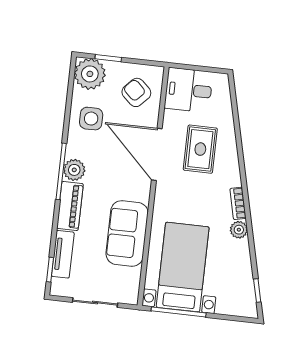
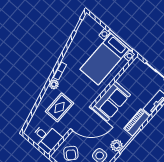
door: (157, 154) -> (81, 119), hinge flipped
plant: (74, 170) -> (117, 145), moved
plant: (239, 230) -> (54, 84), moved
sofa: (127, 233) -> (111, 101), moved

